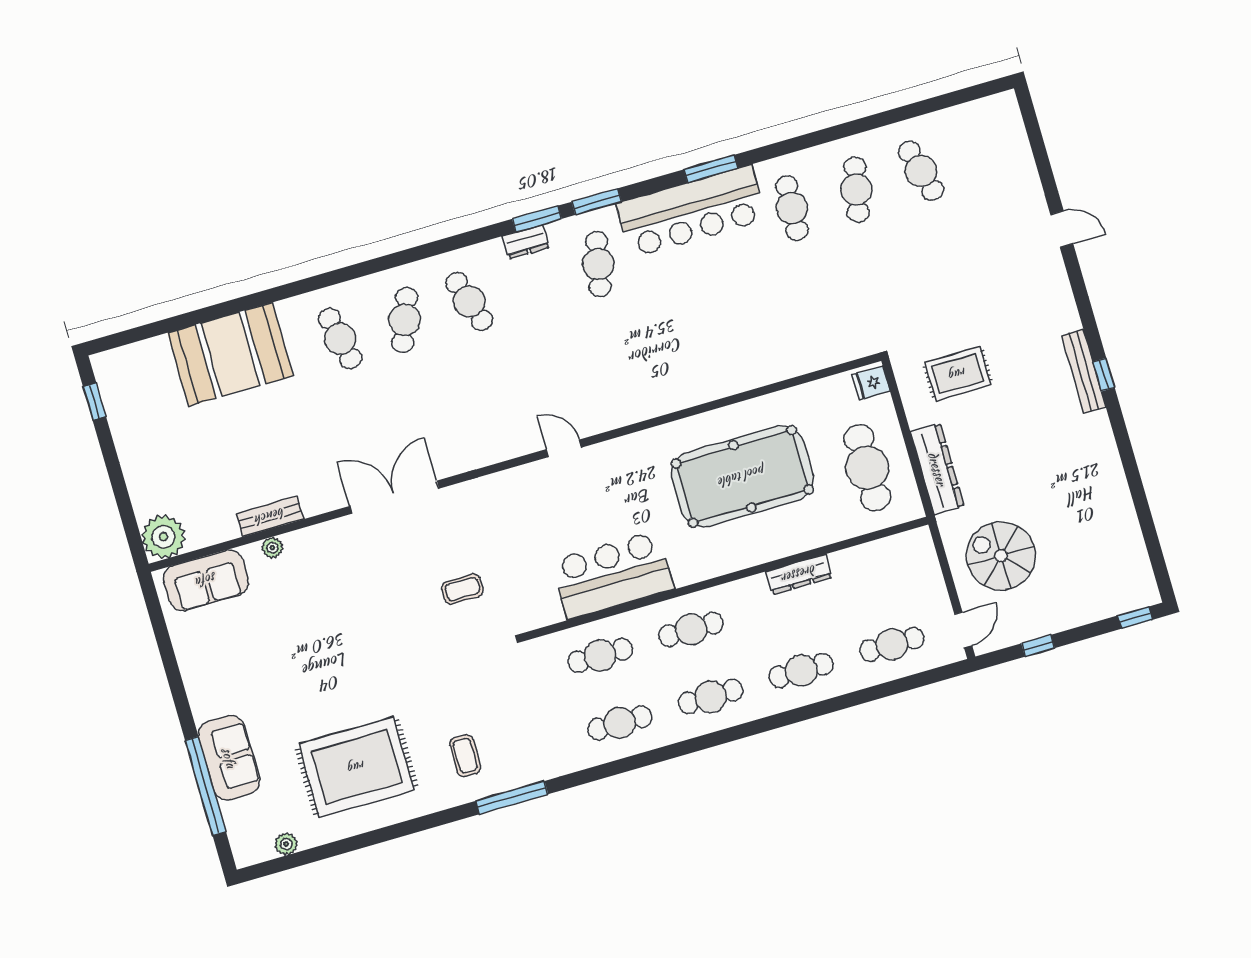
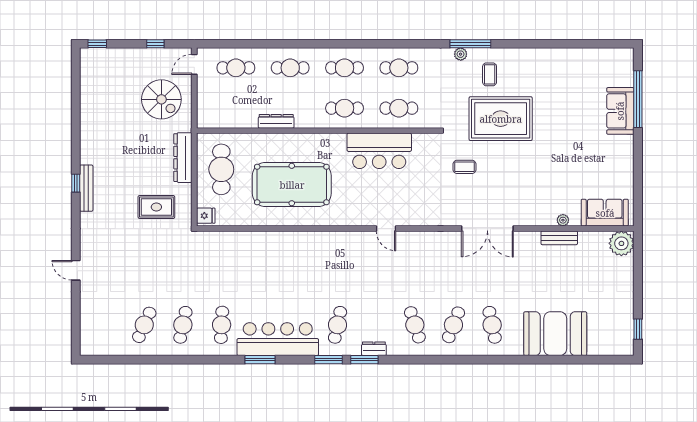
cafe table: (921, 171) -> (144, 325), turned 39
rug: (357, 767) -> (501, 119), moved
plant: (286, 844) -> (461, 54), moved

